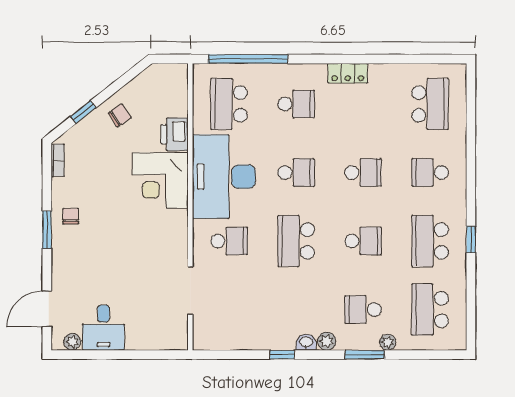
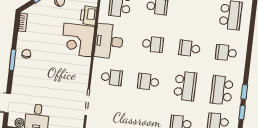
school desk: (363, 173) -> (189, 48), turned 180
desk: (224, 177) -> (109, 41), width x0.73, depth x0.77
school desk: (296, 241) -> (148, 82), width x0.54
school desk: (363, 241) -> (185, 86), width x1.85
window: (471, 277) -> (242, 112), added

